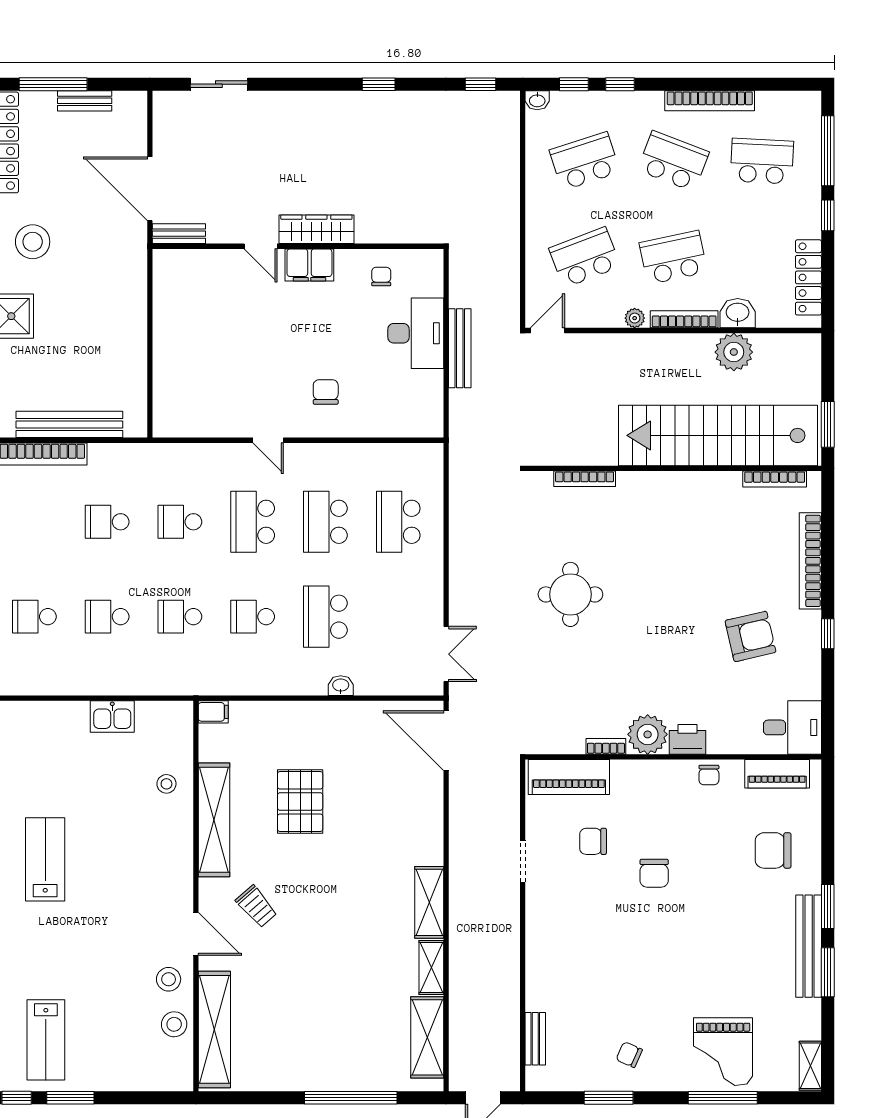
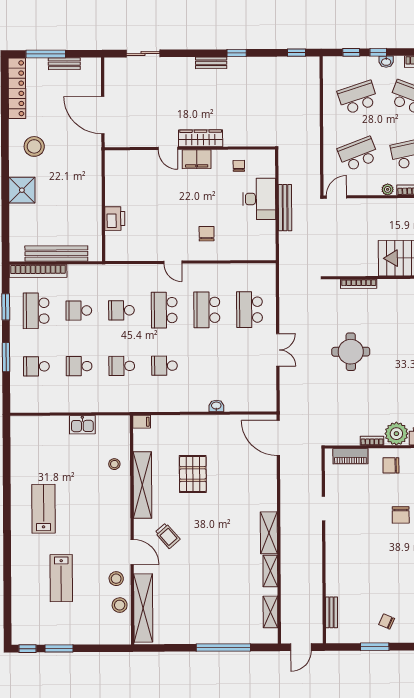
washbasin: (537, 100) -> (386, 62), moved
bench: (179, 234) -> (211, 63), moved
printer: (169, 365) -> (115, 219), added
school desk: (325, 617) -> (36, 311), moved
double door: (446, 654) -> (278, 350), moved
piano: (569, 777) -> (350, 456), width x0.73, depth x0.75
chair: (593, 841) -> (391, 465), moved
shelving: (427, 1037) -> (270, 612), width x0.67, depth x0.75
lab bench: (46, 1040) -> (61, 578), moved

